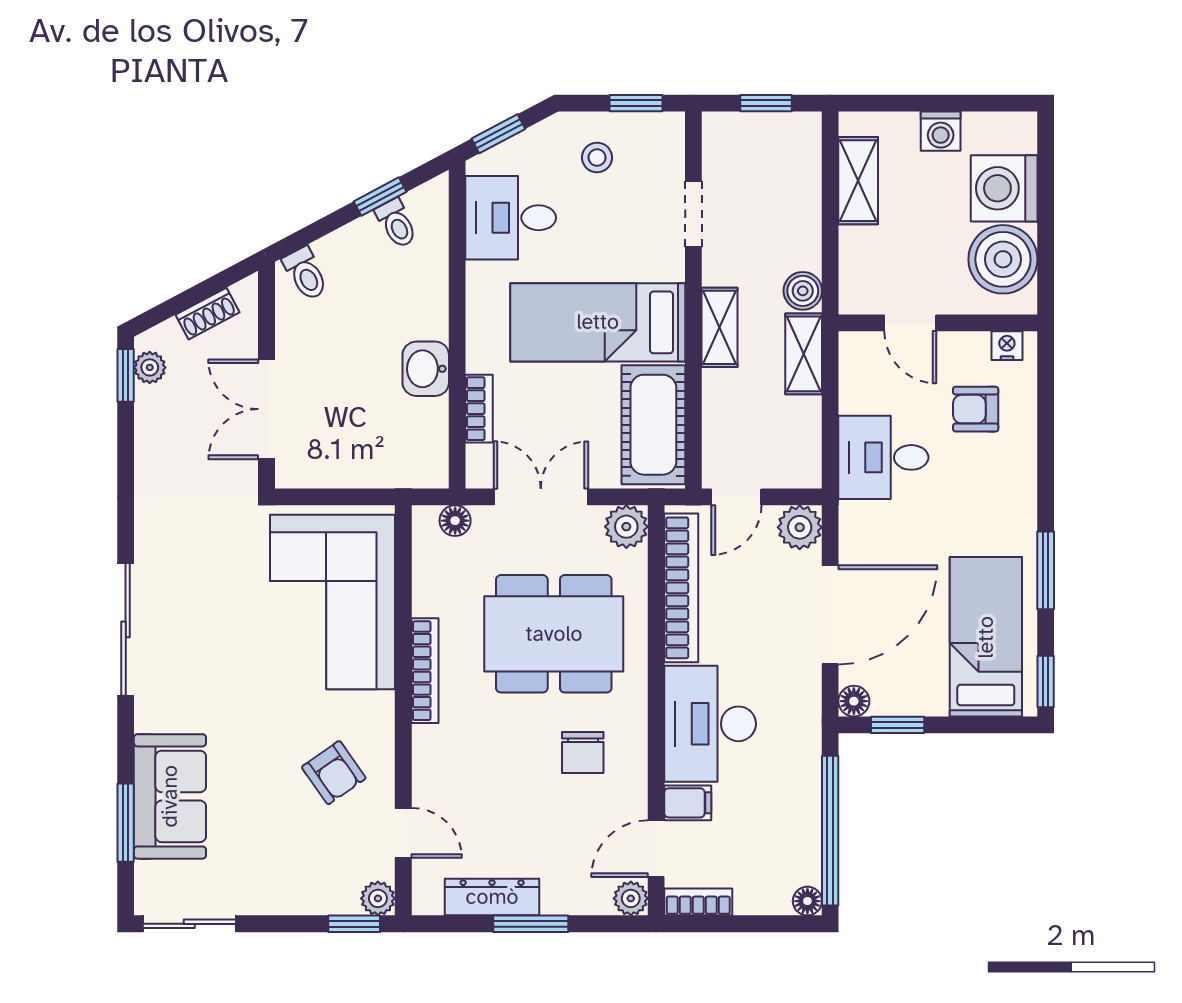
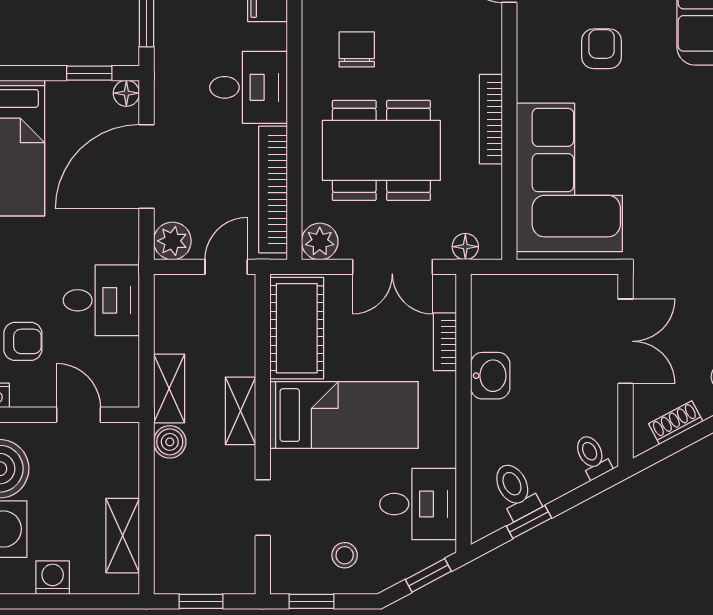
toilet: (396, 223) -> (516, 490), width x1.37, depth x1.39
desk: (710, 724) -> (249, 87), width x0.73
armchair: (334, 773) -> (602, 49), moved, turned 35

